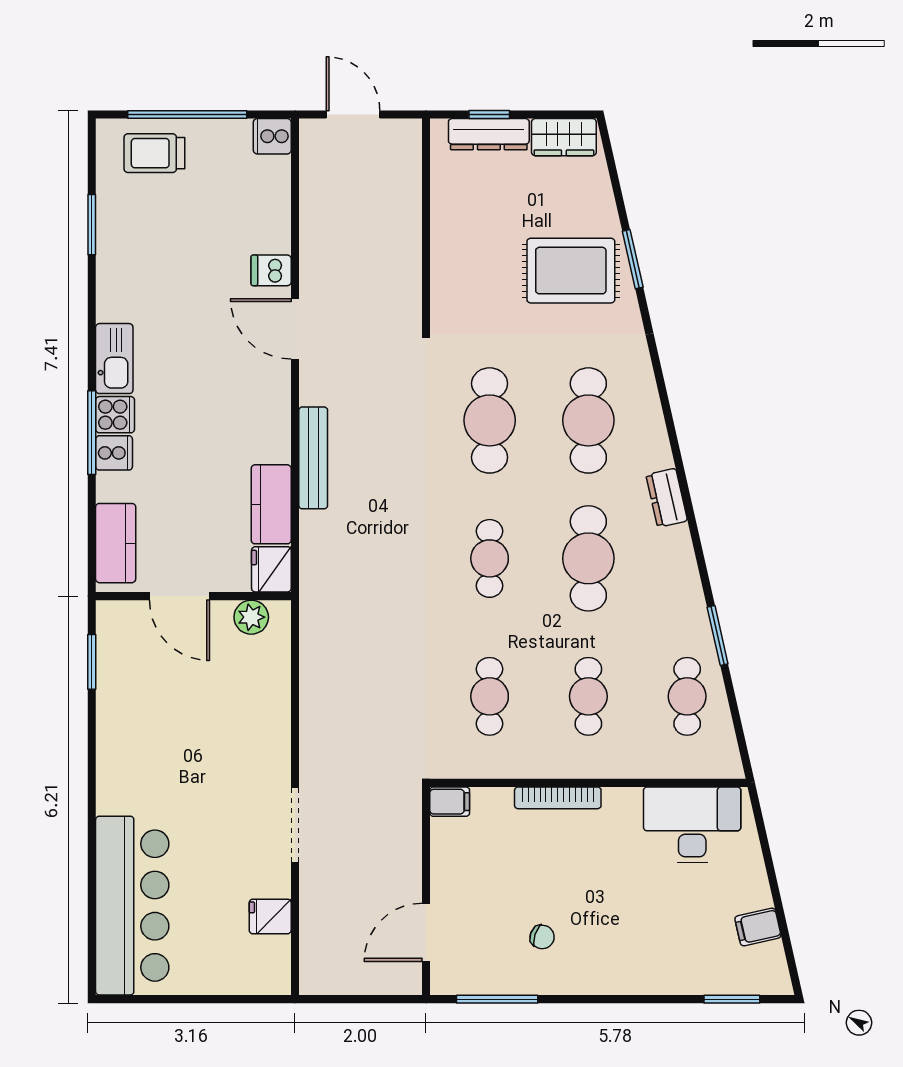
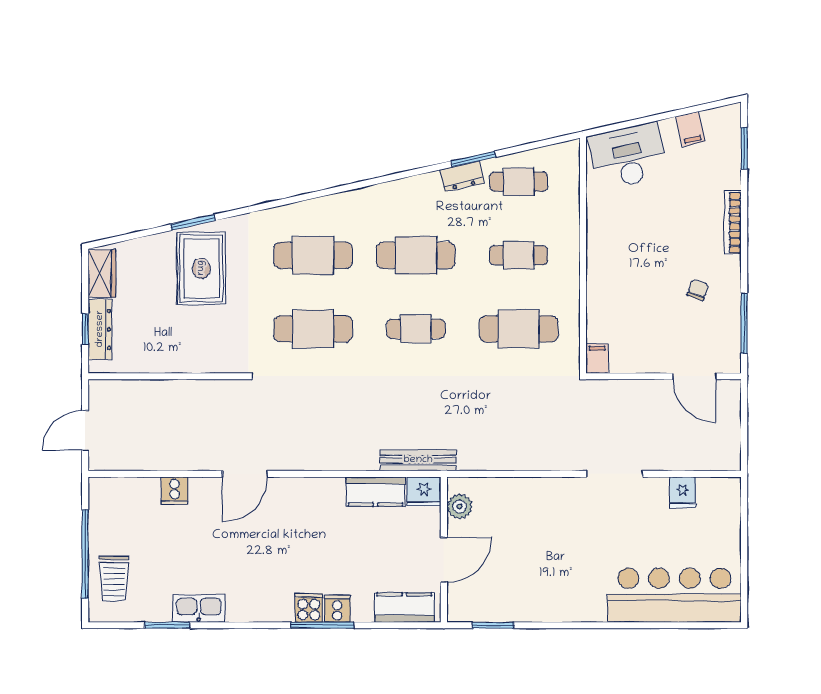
cooker: (272, 136) -> (175, 491), moved
dishwasher: (271, 270) -> (201, 492), removed
kitchen sink: (114, 359) -> (199, 608), moved
bench: (313, 458) -> (418, 460), moved
dresser: (667, 498) -> (462, 176), moved
cafe table: (490, 696) -> (519, 329), width x1.37, depth x1.35
bookcase: (558, 798) -> (733, 223), moved, turned 180
desk: (692, 825) -> (628, 156), moved, turned 77

